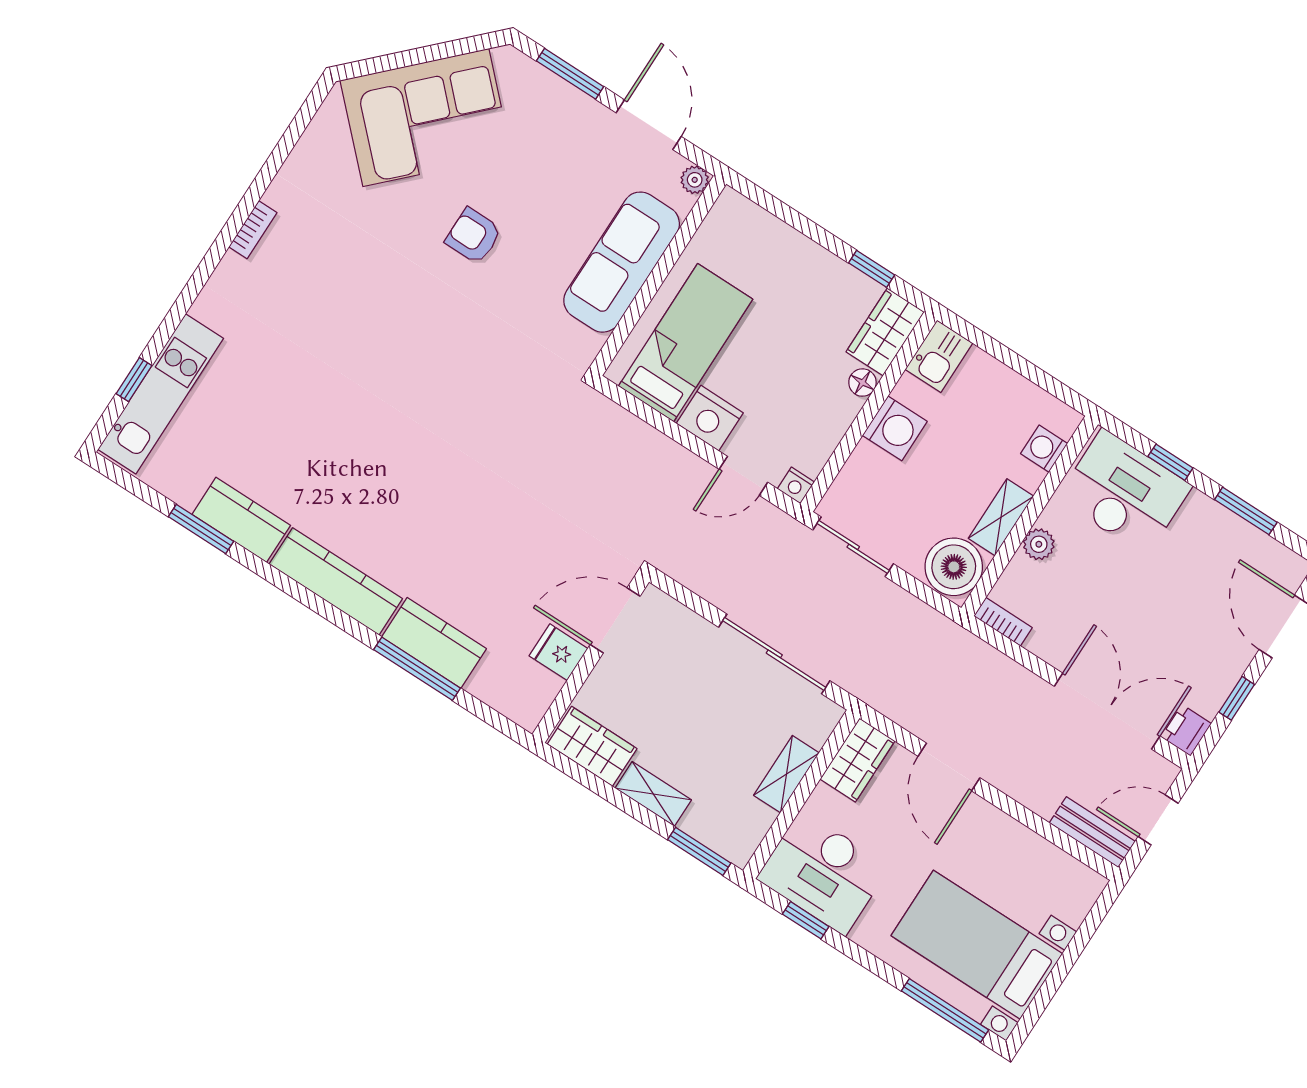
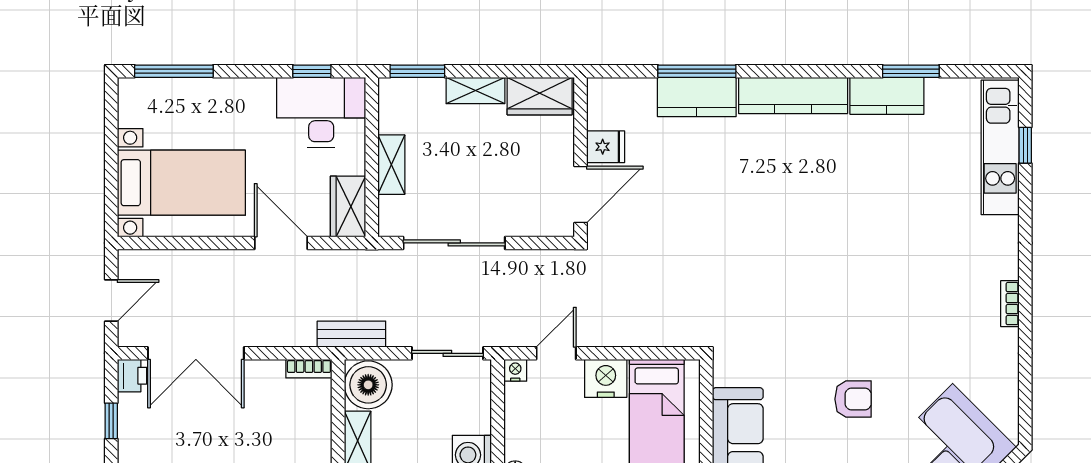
plant: (1039, 544) -> (319, 439), removed
bench: (1092, 832) -> (351, 334), moved
bed with nightstands: (977, 945) -> (181, 183), moved

